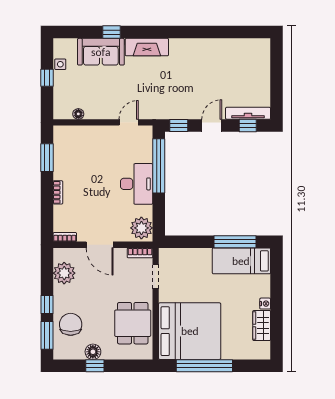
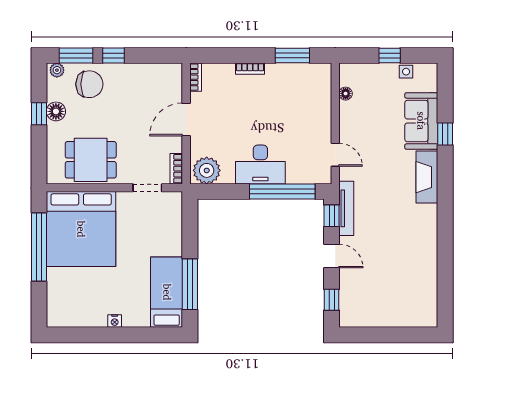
tv unit: (248, 113) -> (346, 208), moved
plant: (64, 273) -> (57, 70), moved, width x0.53, depth x0.53
wardrobe: (262, 326) -> (88, 317), removed

